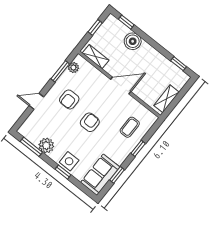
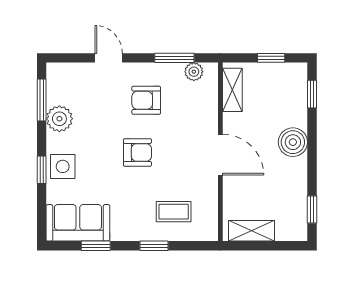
boiler: (133, 41) -> (293, 142), moved

